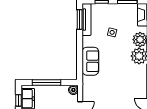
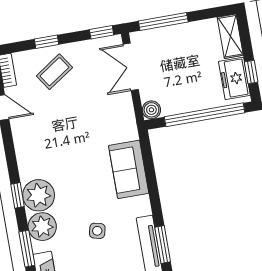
window: (46, 83) -> (205, 115), width x1.46

